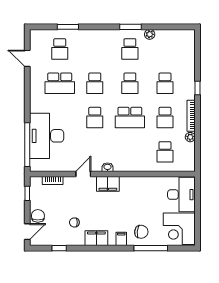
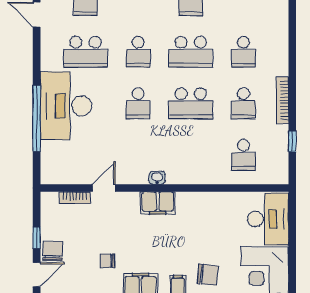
school desk: (130, 83) -> (191, 52), width x1.85
window: (197, 88) -> (292, 141), moved
desk: (47, 136) -> (66, 106), moved
plant: (190, 137) -> (281, 133), removed
window: (27, 145) -> (37, 118), moved
door: (83, 174) -> (104, 188), moved
window: (27, 193) -> (37, 238), moved

